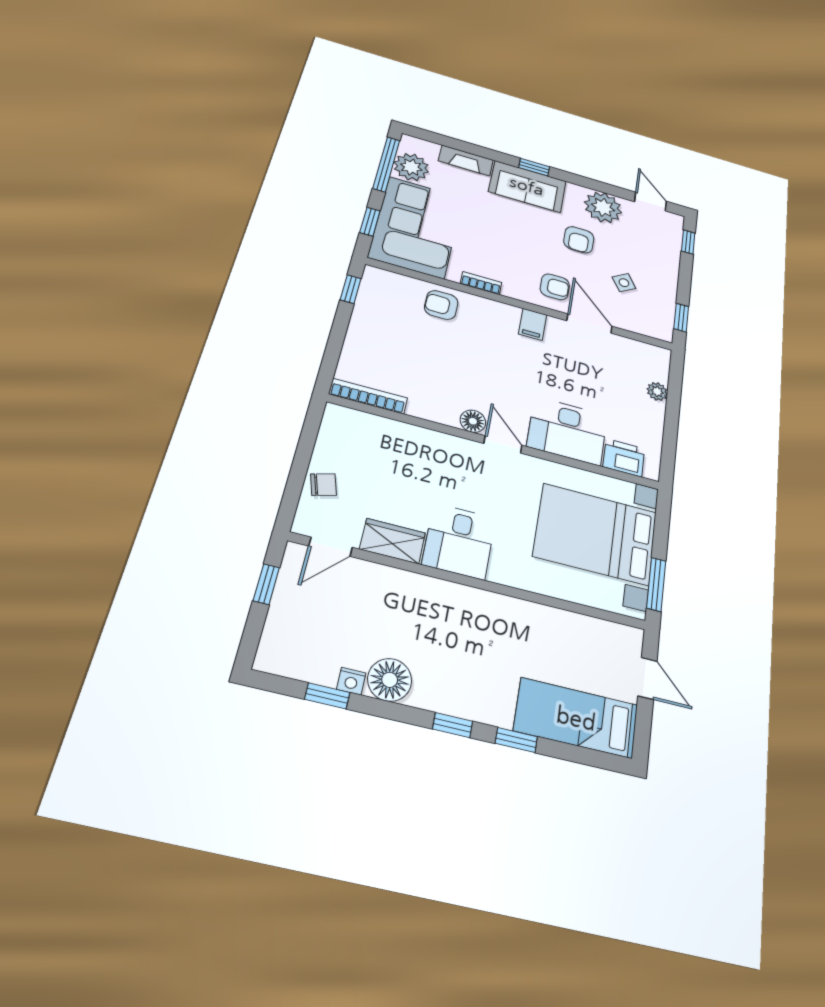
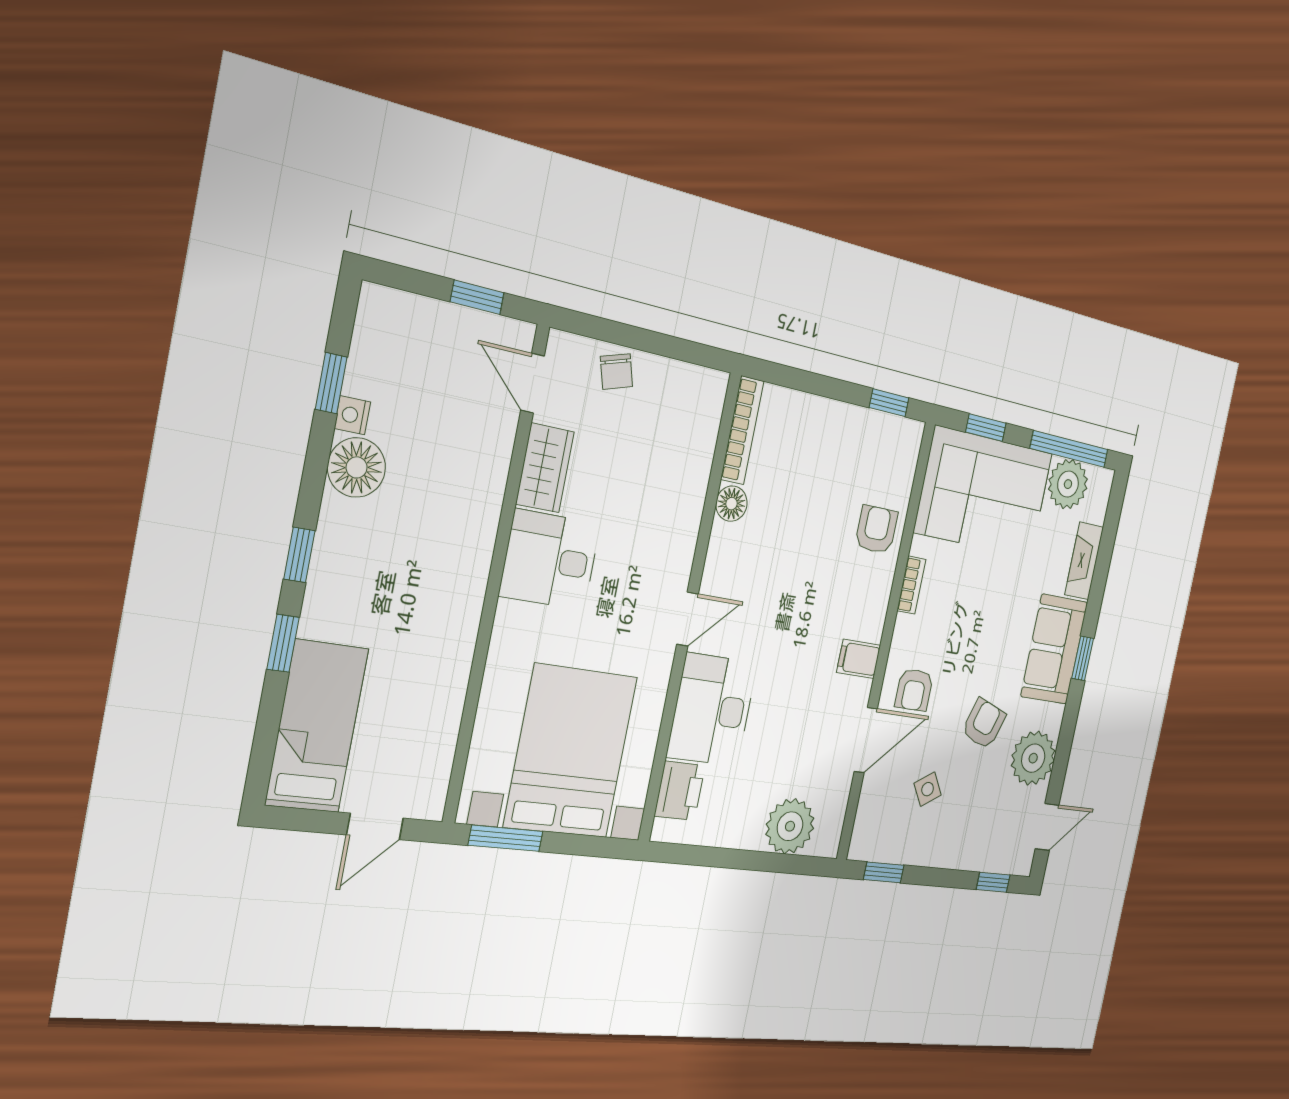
armchair: (579, 240) -> (984, 724), turned 109
plant: (657, 391) -> (790, 826), width x1.87, depth x1.87
floor lamp: (473, 421) -> (732, 504), moved

